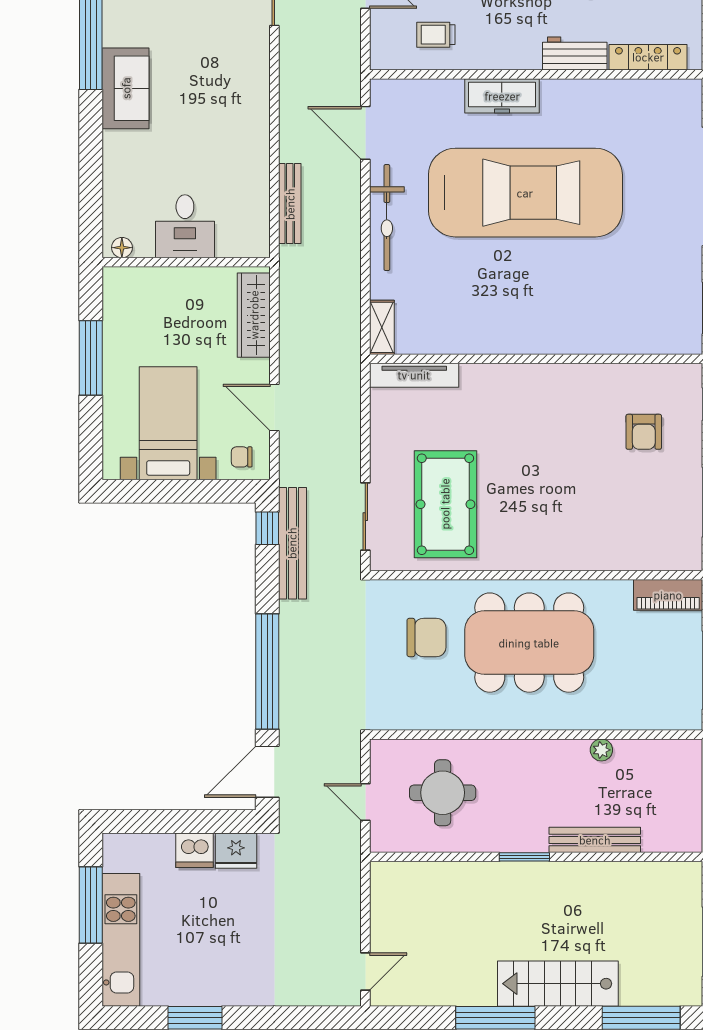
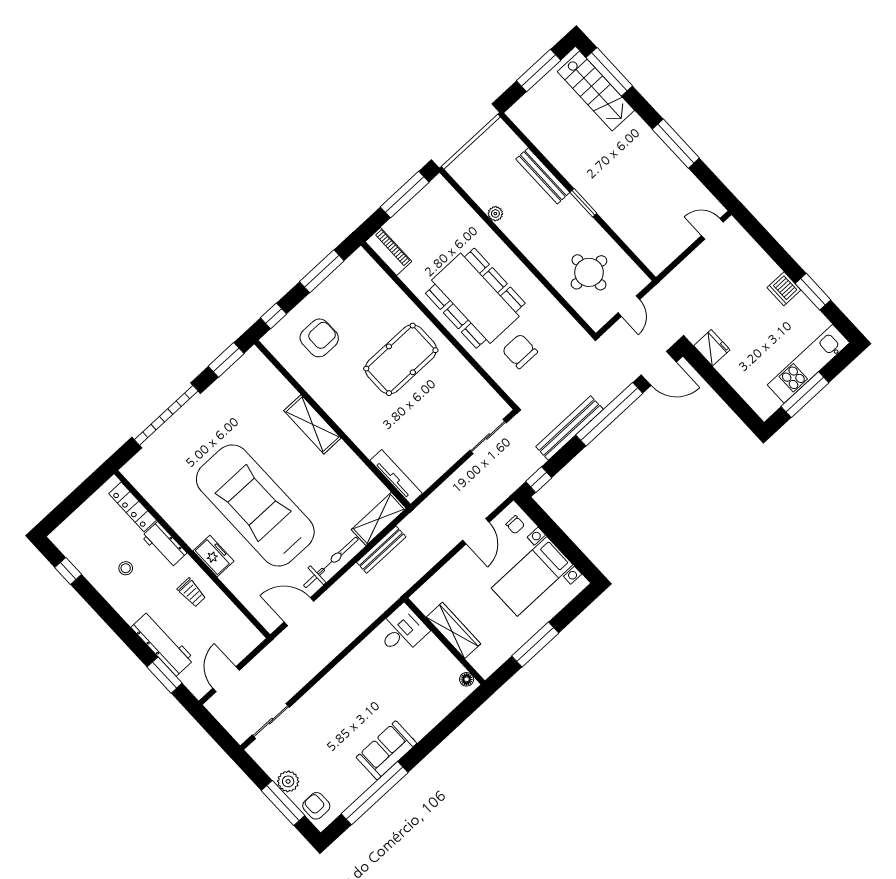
trolley: (436, 35) -> (192, 593), moved
freezer: (502, 96) -> (213, 556), width x0.71
door: (365, 133) -> (299, 612), swing flipped
bench: (290, 204) -> (381, 550), moved
desk: (185, 226) -> (402, 631), moved
wardrobe: (254, 315) -> (453, 630), moved, turned -90
shelving: (382, 327) -> (379, 519), width x1.50, depth x1.33
shelving: (556, 337) -> (312, 424), added
armchair: (644, 432) -> (319, 338), width x1.38, depth x1.38
pool table: (445, 504) -> (401, 359), moved
bench: (292, 543) -> (569, 428), moved
dishwasher: (194, 850) -> (784, 289), moved, turned 180
stairs: (558, 984) -> (596, 91), moved

